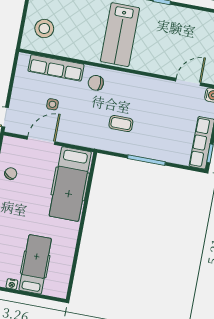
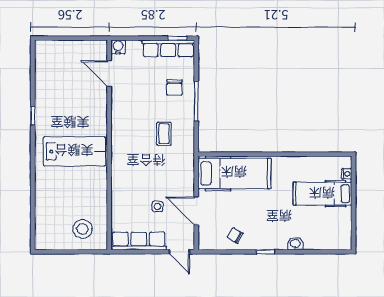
row of seats: (56, 68) -> (139, 241), moved, turned -90
chair: (96, 83) -> (174, 88), moved
nightstand: (12, 284) -> (347, 174), moved

